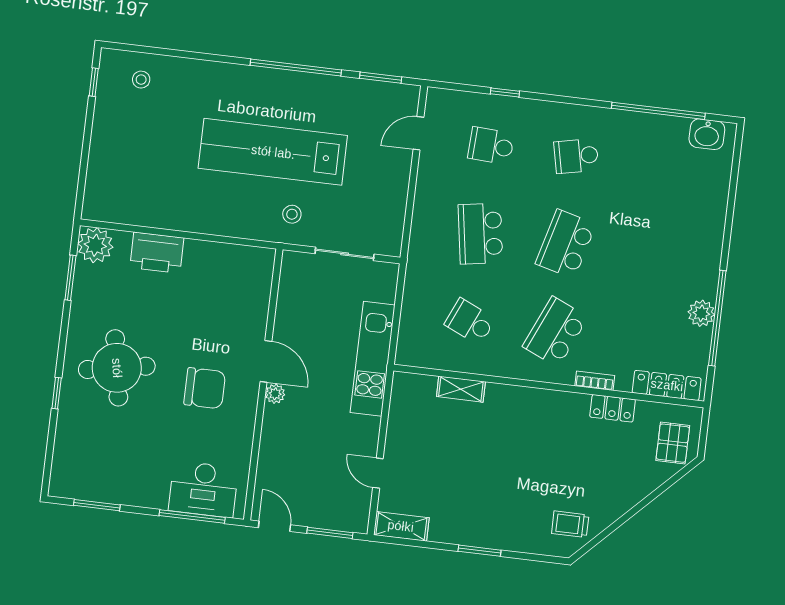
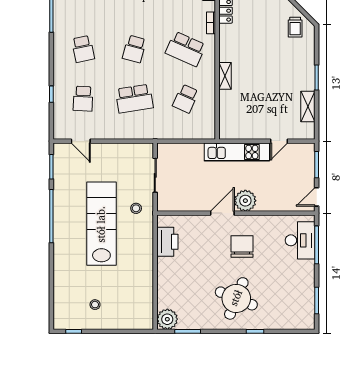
stool: (141, 80) -> (95, 305), moved
lab bench: (273, 152) -> (101, 224), turned 180
school desk: (566, 244) -> (134, 49), width x0.54
printer: (157, 253) -> (167, 242), moved
kitchen unit: (373, 359) -> (237, 152), moved
round table: (117, 368) -> (236, 298), turned 32
shelving: (461, 389) -> (225, 76), moved
plant: (275, 394) -> (245, 201), width x1.87, depth x1.87
shelving: (401, 526) -> (308, 106), moved

